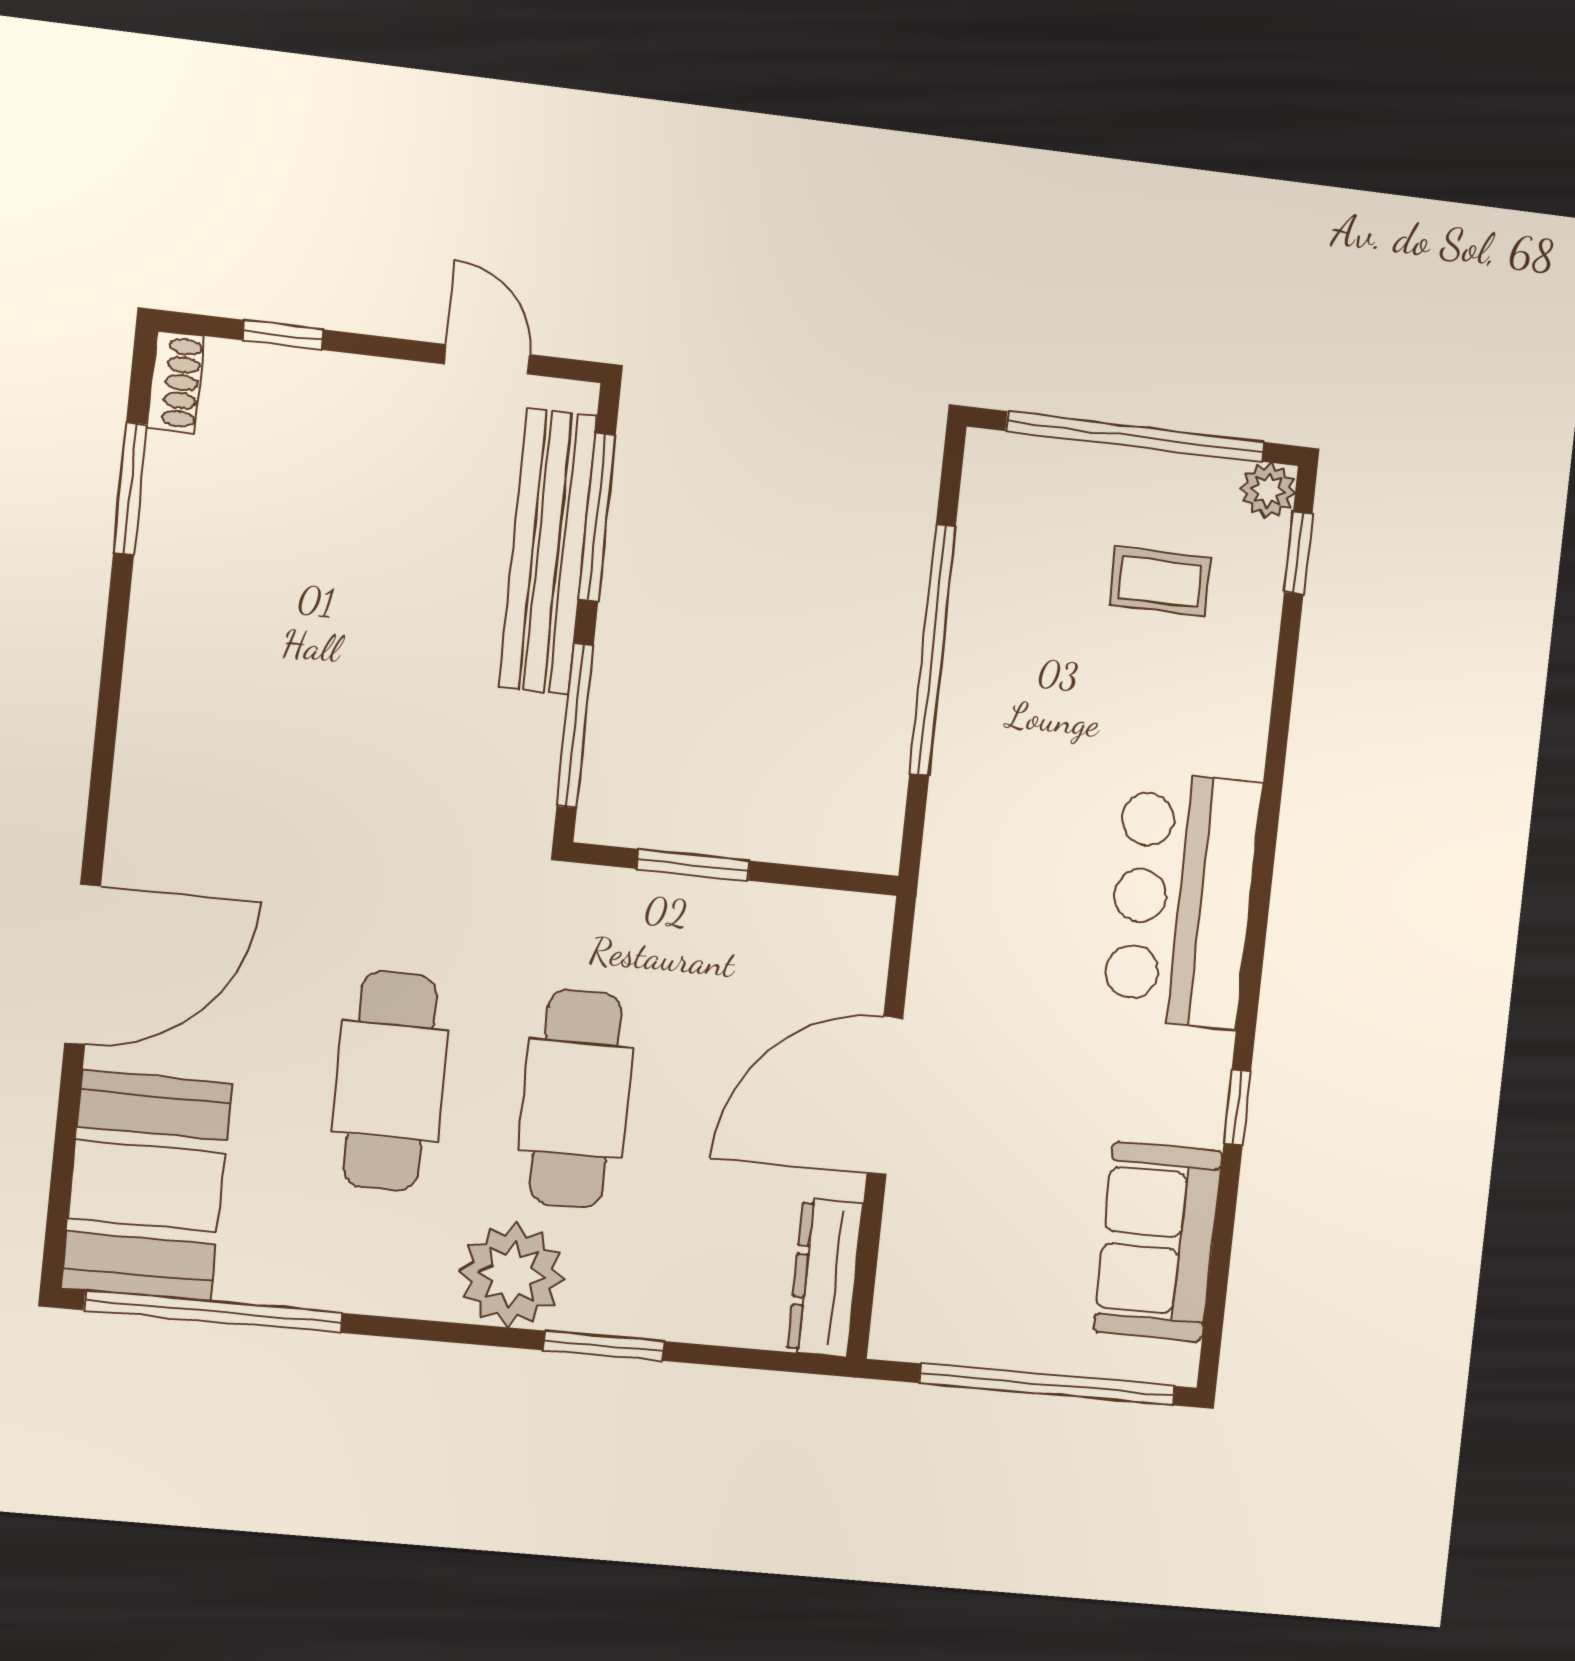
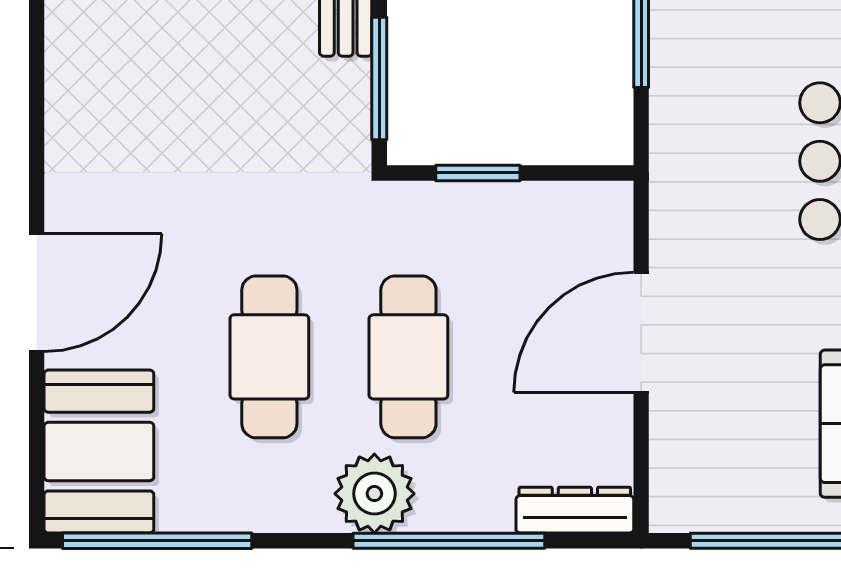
dresser: (825, 1278) -> (575, 510), moved, turned 90
window: (604, 1346) -> (449, 541), width x2.11

